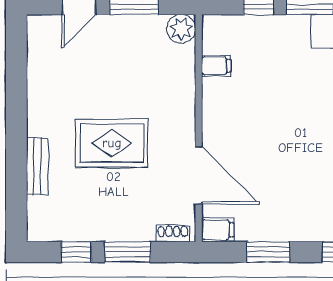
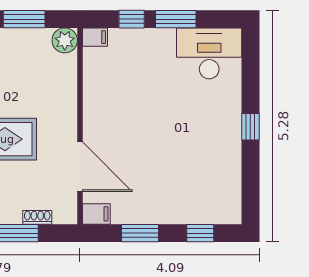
filing cabinet: (216, 66) -> (95, 37), moved
shoe rack: (173, 234) -> (37, 217), moved

